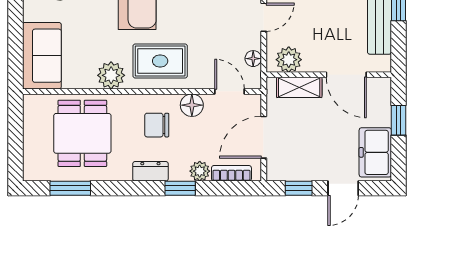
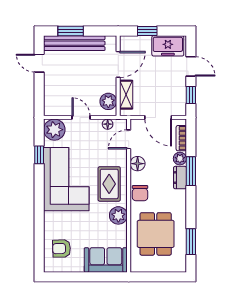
chair: (157, 125) -> (140, 193), moved
dining table: (82, 133) -> (156, 234), turned 90
dresser: (150, 171) -> (180, 178), moved
window: (180, 188) -> (191, 171), width x1.50

